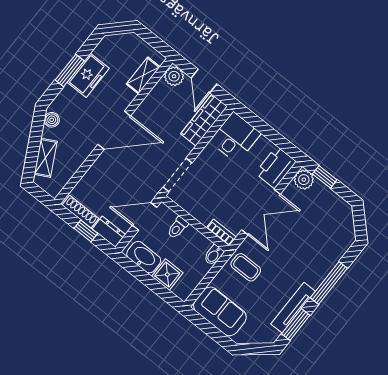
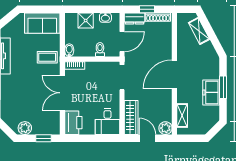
boiler: (52, 120) -> (212, 54), removed
plant: (304, 180) -> (25, 128), moved
washbasin: (144, 257) -> (105, 18), width x0.52, depth x0.69

